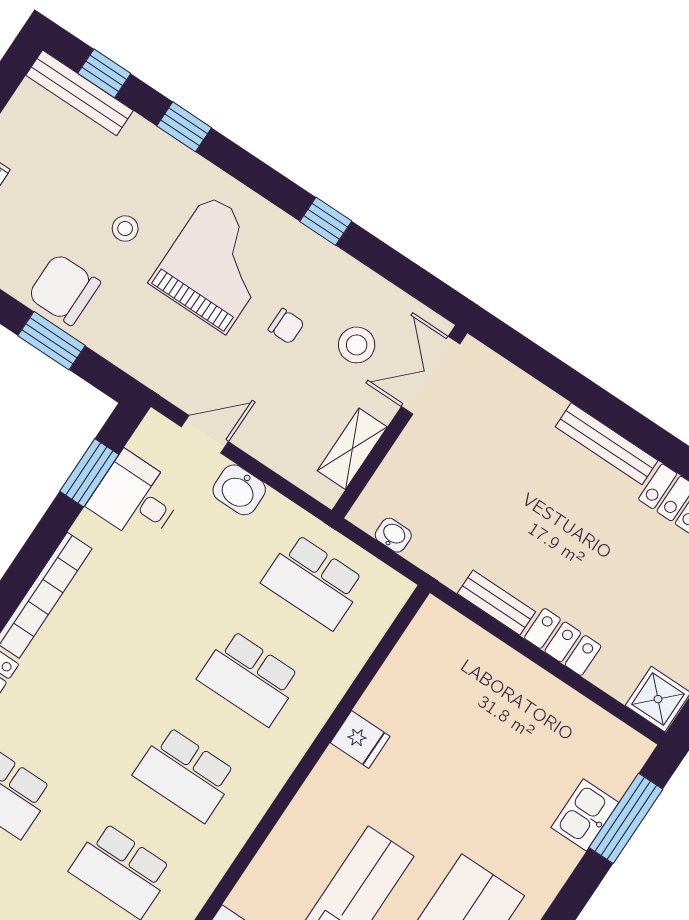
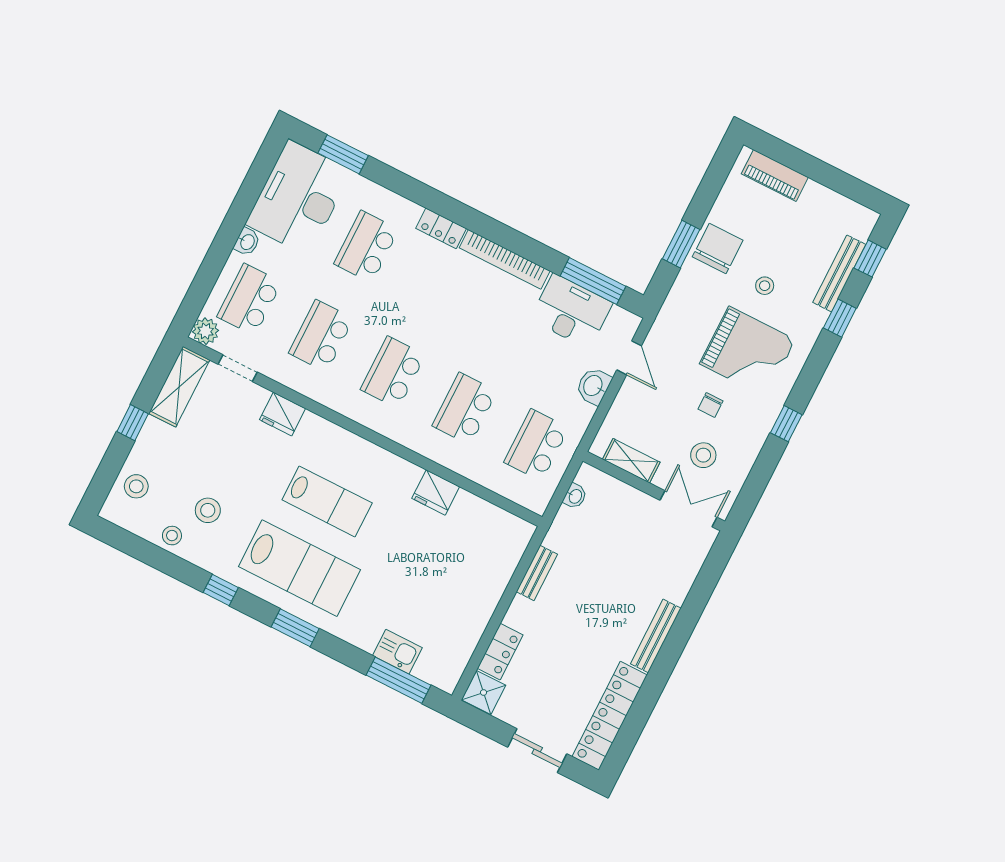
bench: (80, 93) -> (839, 273), moved
window: (89, 473) -> (593, 281), width x1.44
desk: (136, 498) -> (571, 311), width x1.37
locker: (563, 642) -> (500, 652), moved
fridge: (360, 740) -> (436, 492), width x1.38

